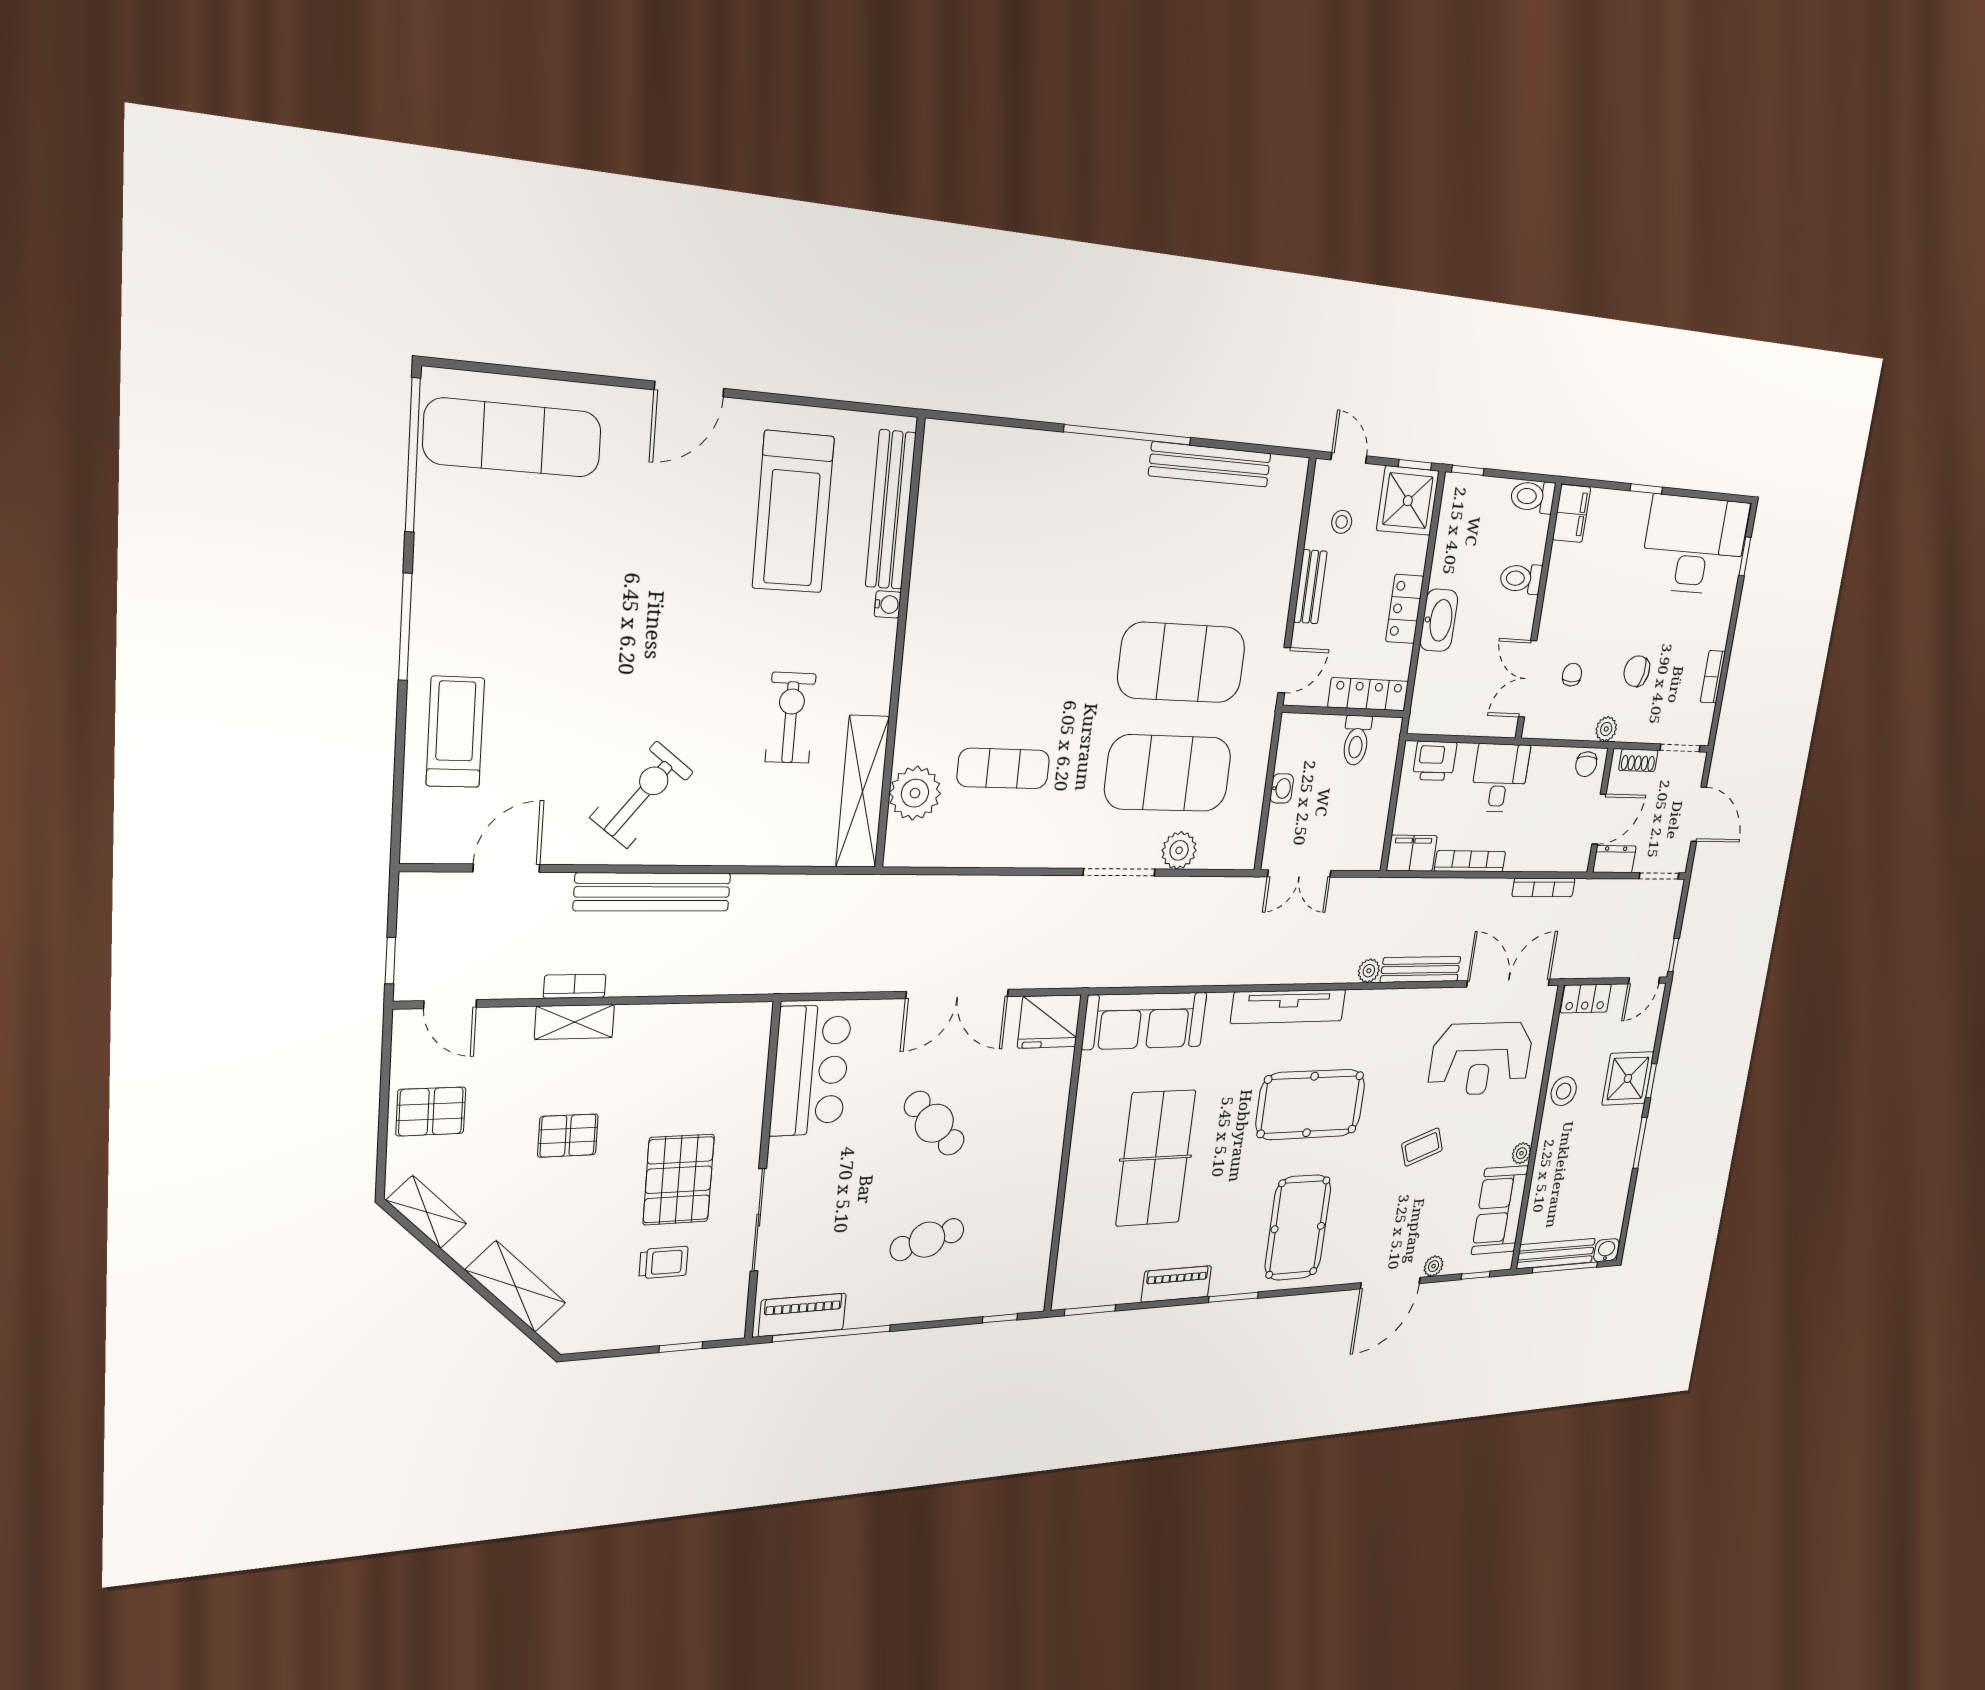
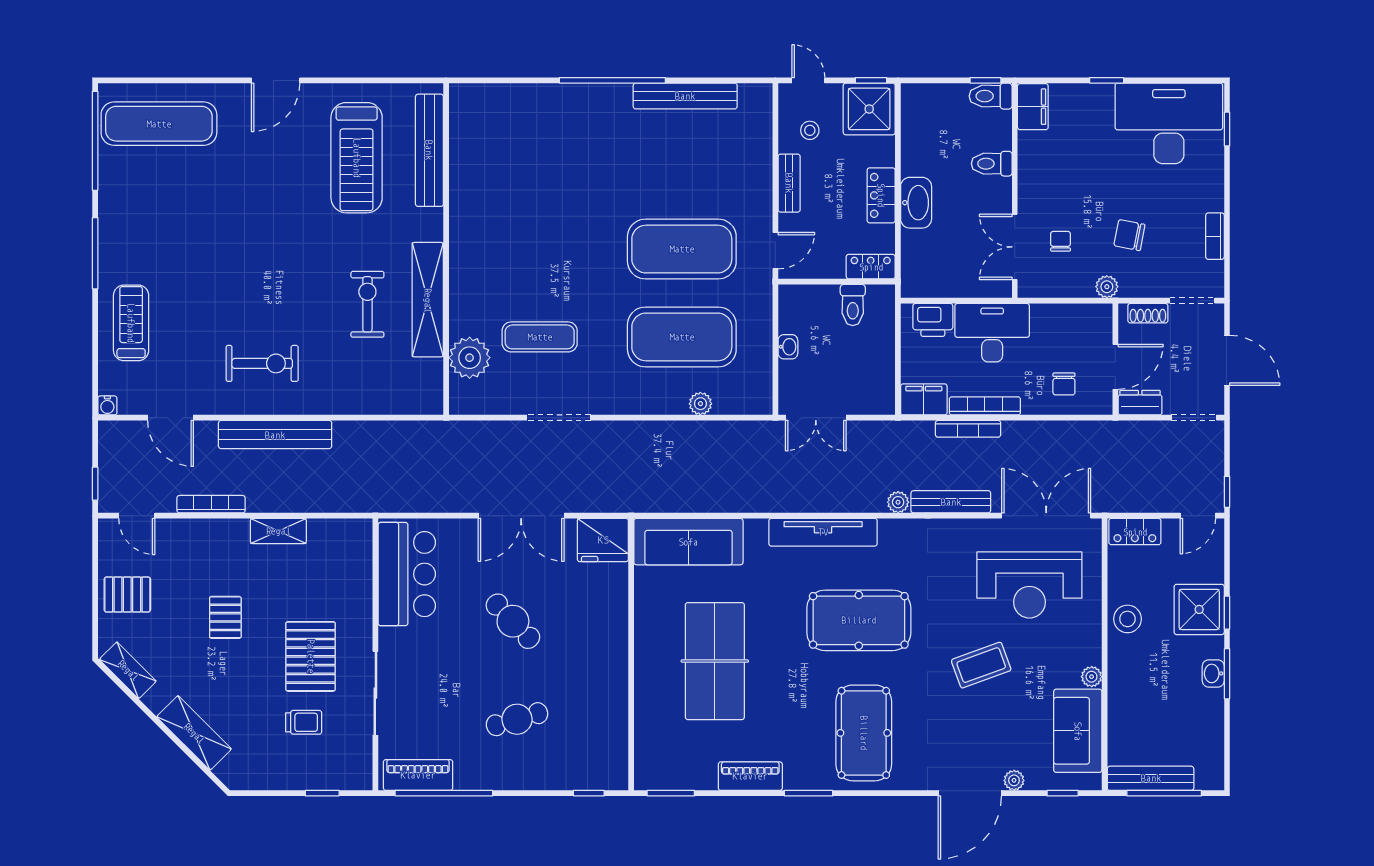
window: (1468, 470) -> (986, 80), moved
water cooler: (888, 604) -> (107, 405), moved, turned 90
locker: (1368, 694) -> (871, 267), width x0.66
chair: (1586, 764) -> (1064, 384), moved
desk: (1500, 778) -> (992, 333), width x1.37
shelving: (862, 792) -> (428, 300), moved
exercise bike: (642, 795) -> (262, 363), turned 52
plant: (1179, 850) -> (700, 404), width x0.73, depth x0.73
door: (506, 868) -> (170, 418), swing flipped
doorway: (1119, 872) -> (559, 418), moved
bookcase: (1544, 887) -> (968, 429), moved
bookcase: (575, 986) -> (211, 504), width x1.56
shelving: (575, 1022) -> (278, 531), moved
pallet: (568, 1136) -> (225, 617), turned 90
coffee table: (1422, 1147) -> (981, 665), width x1.36, depth x1.30
washbasin: (1606, 1250) -> (1213, 673), moved, turned -90

